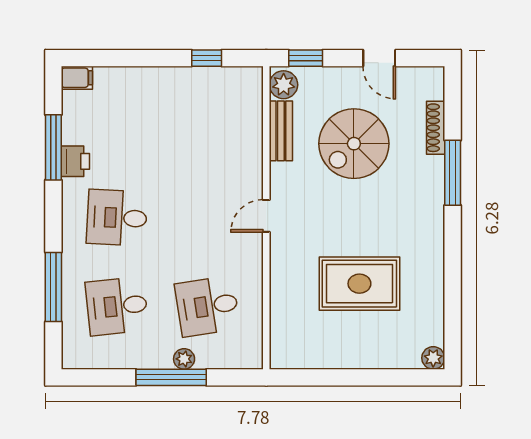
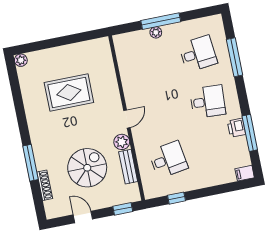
plant: (284, 85) -> (122, 142), moved
desk: (207, 306) -> (168, 160), moved

